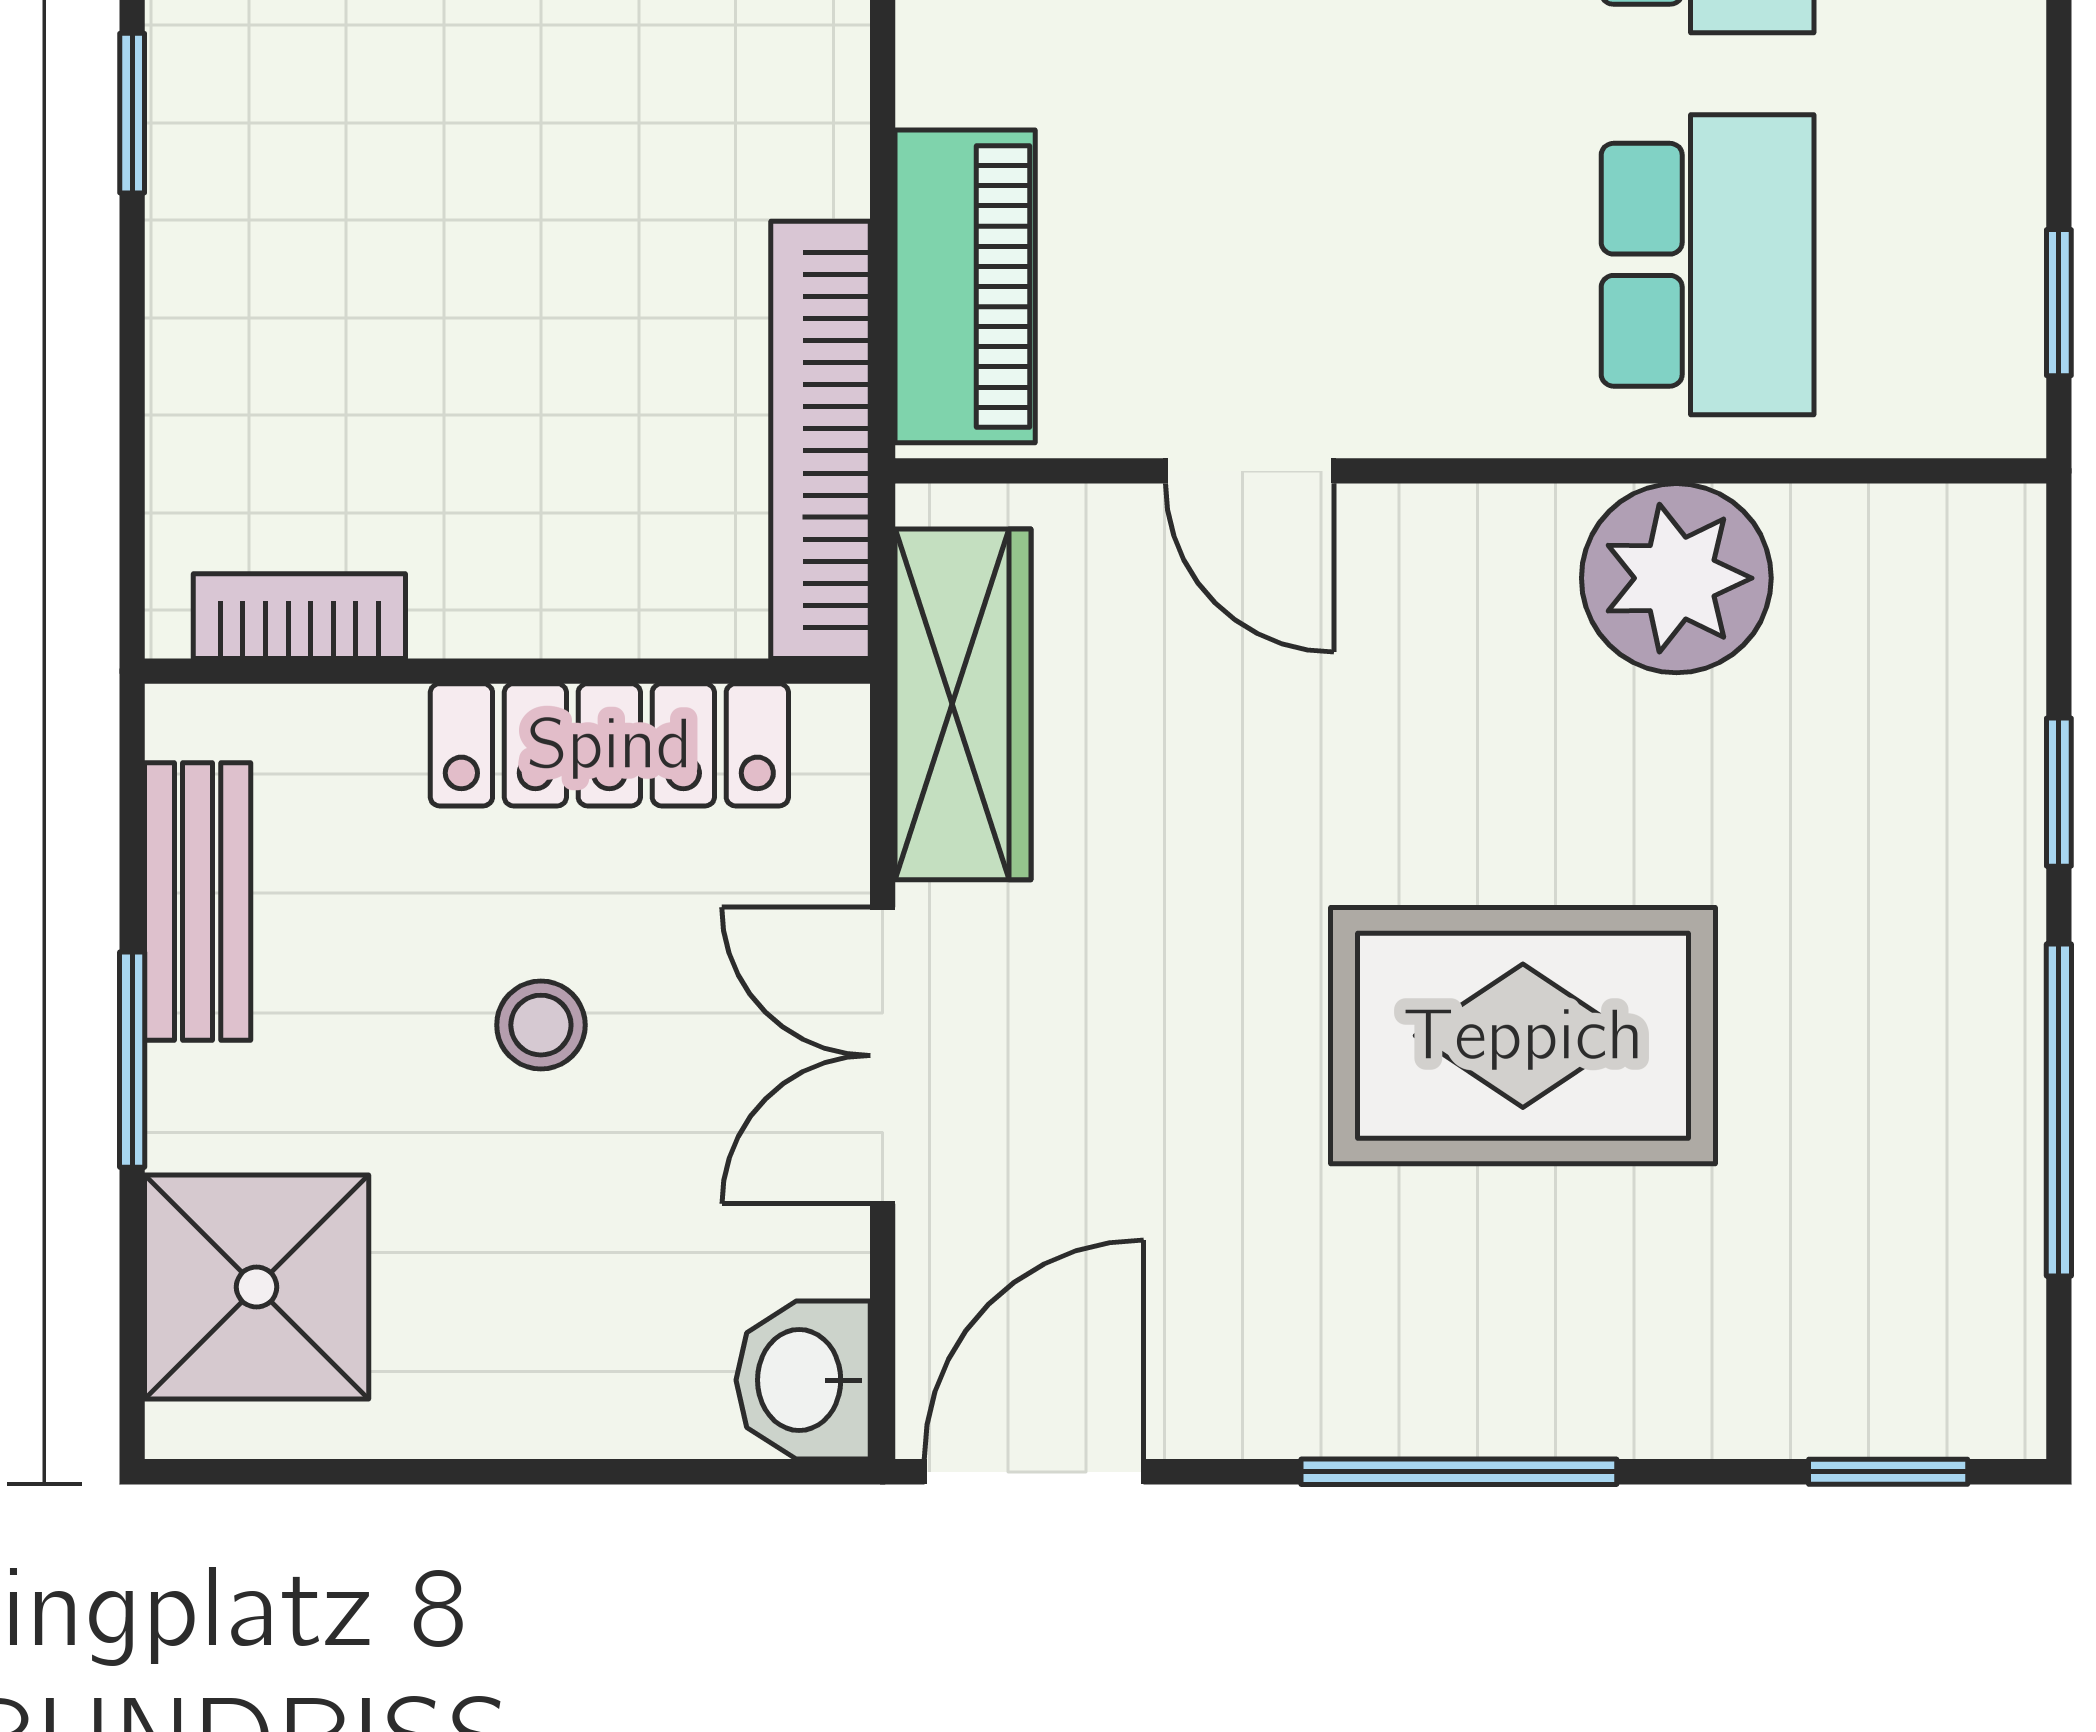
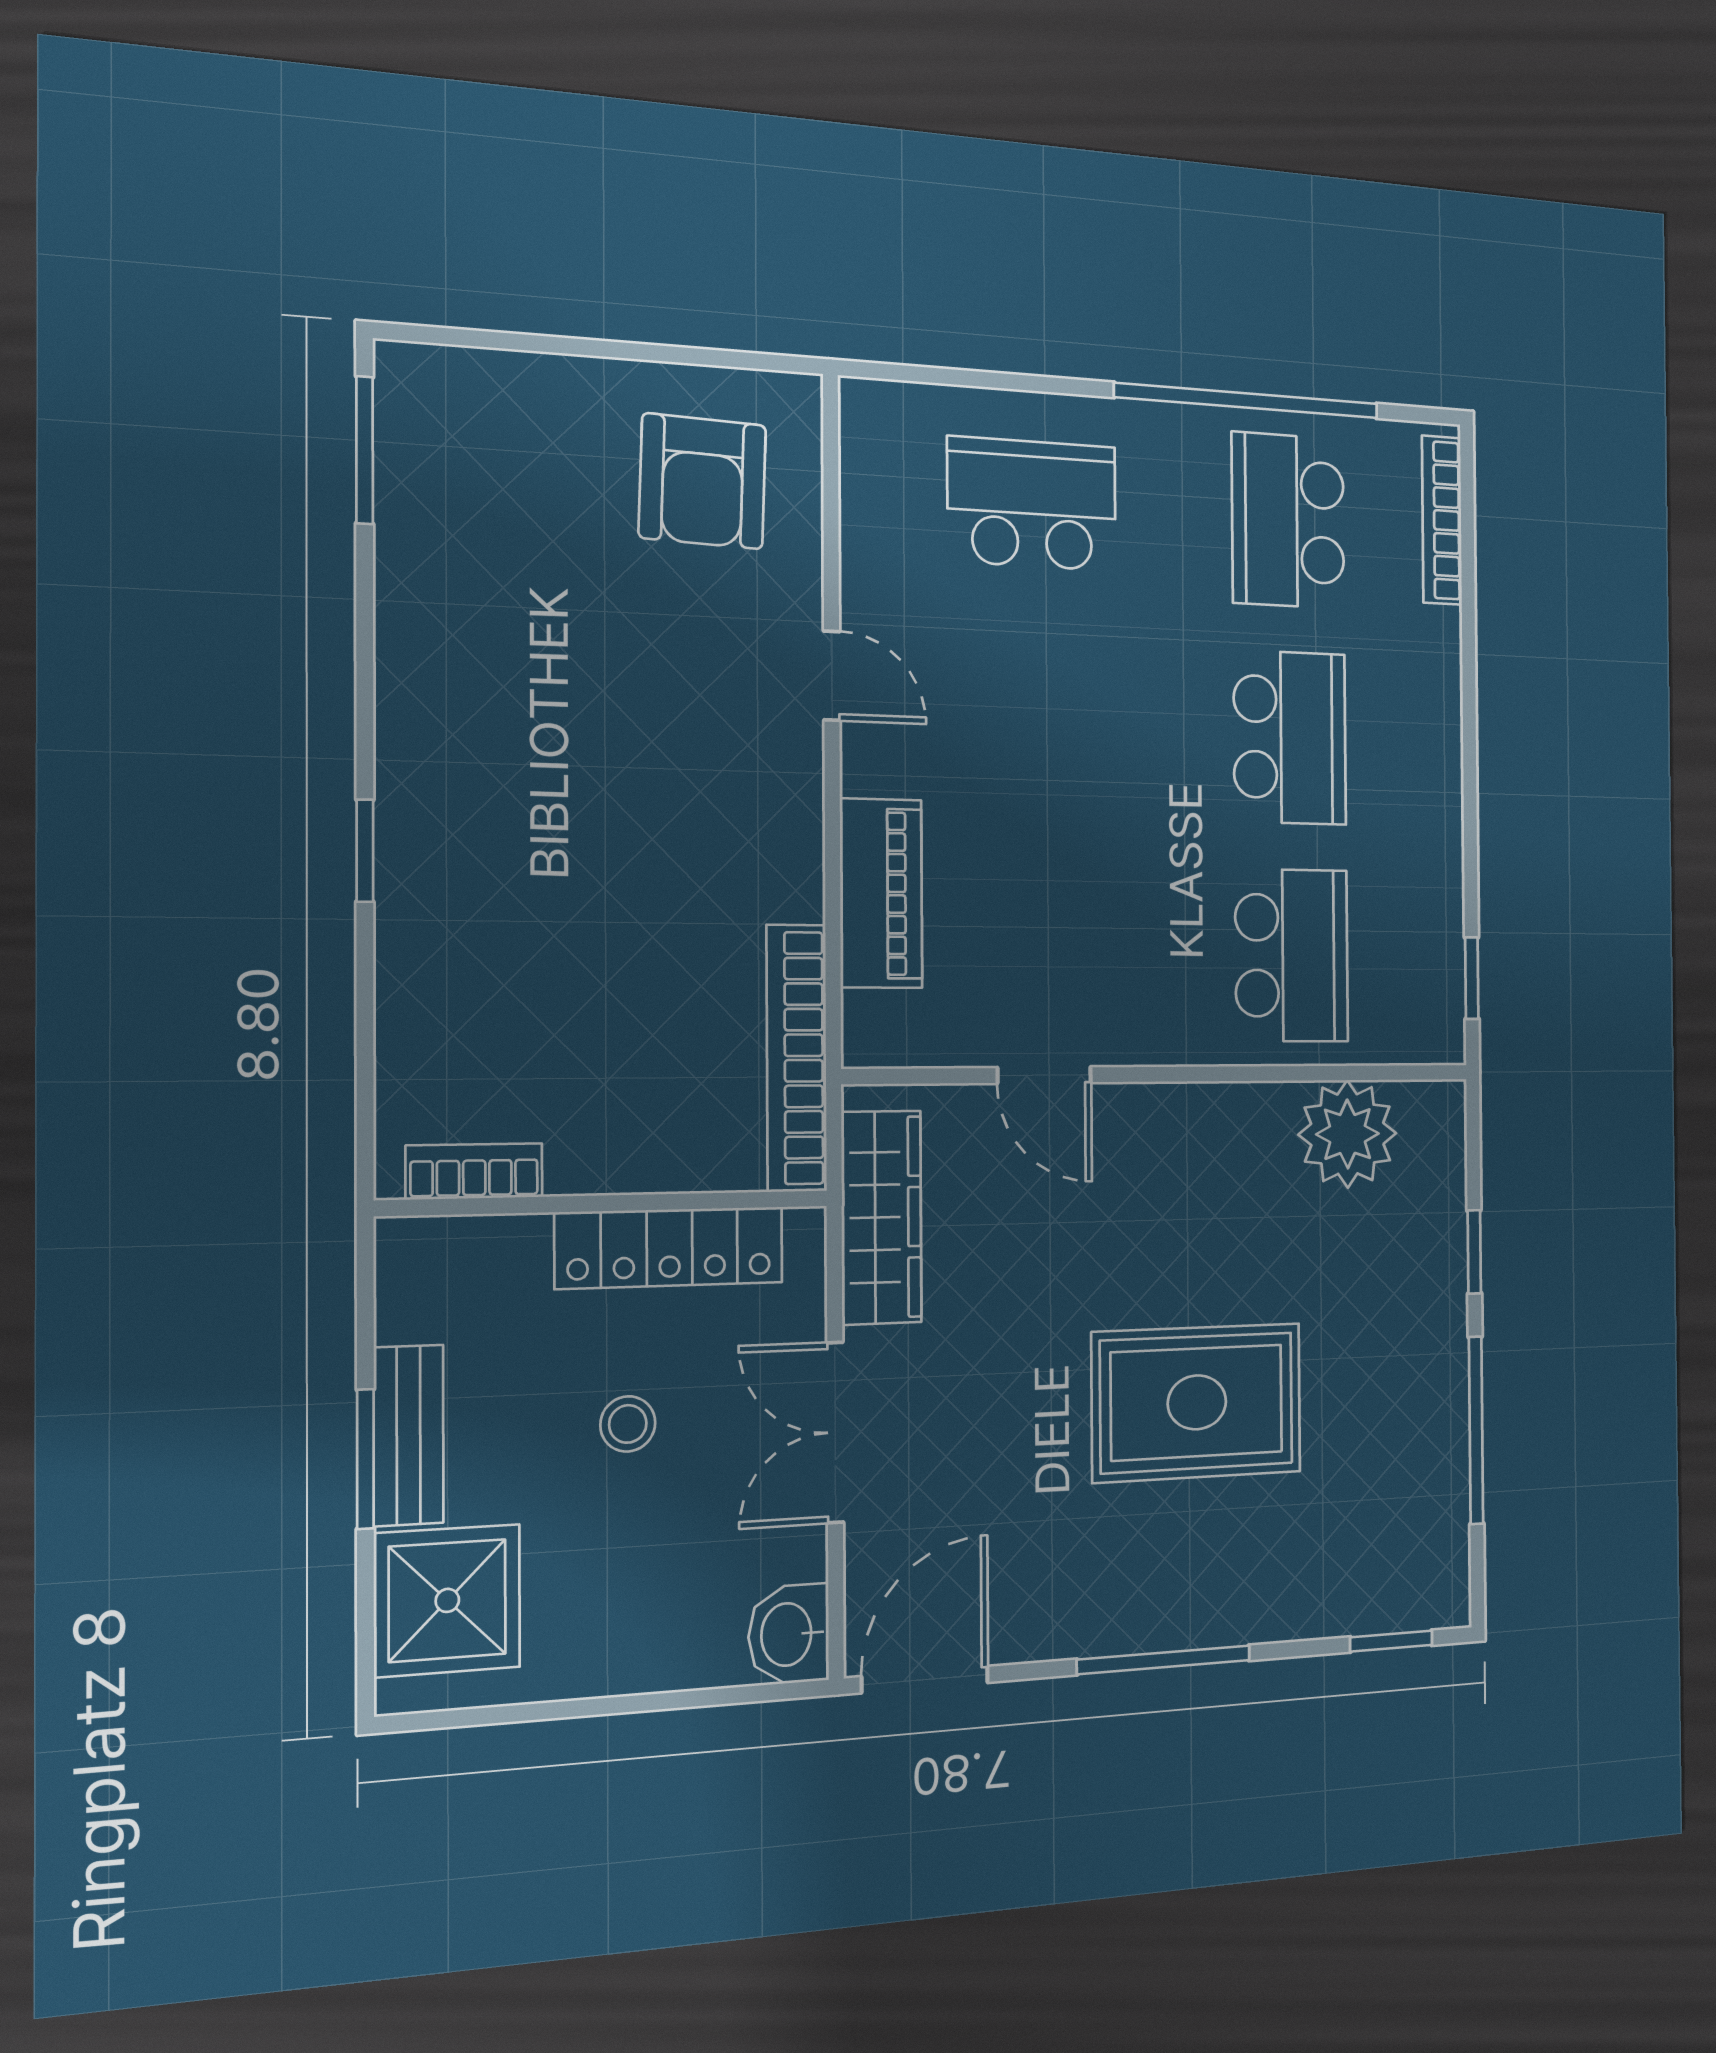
piano: (965, 286) -> (881, 893), moved
plant: (1676, 578) -> (1347, 1134), moved
bench: (198, 901) -> (409, 1435), moved

